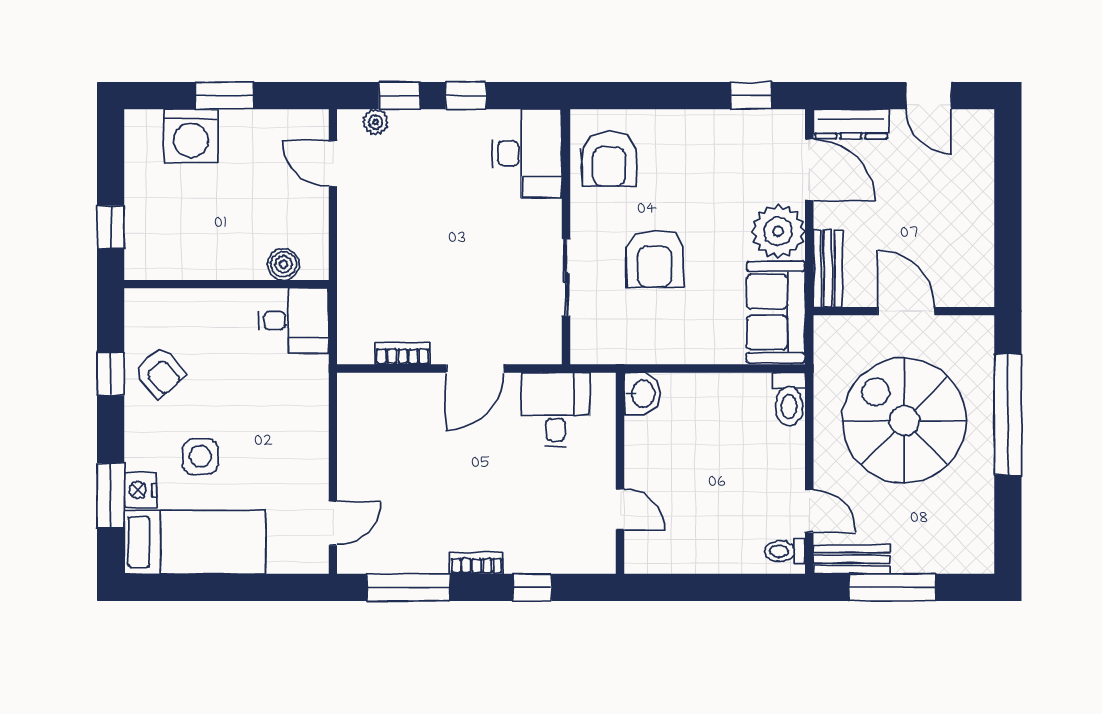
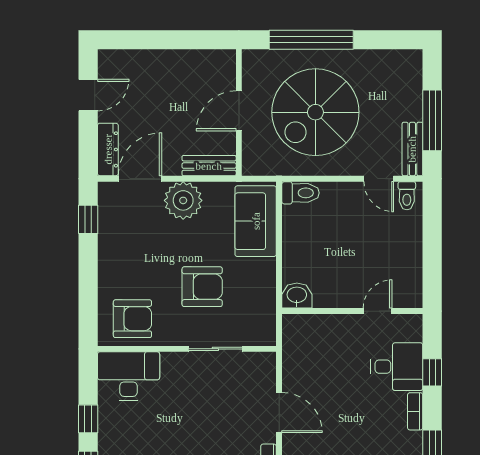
sofa: (776, 312) -> (256, 221), moved, turned 90
desk: (556, 410) -> (397, 367), moved, turned 180
door: (809, 511) -> (379, 179), swing flipped

